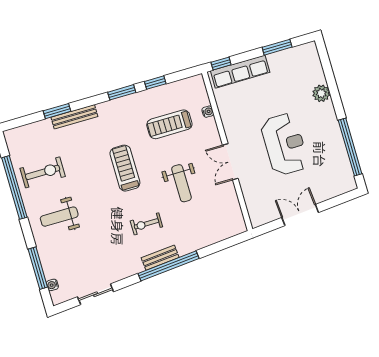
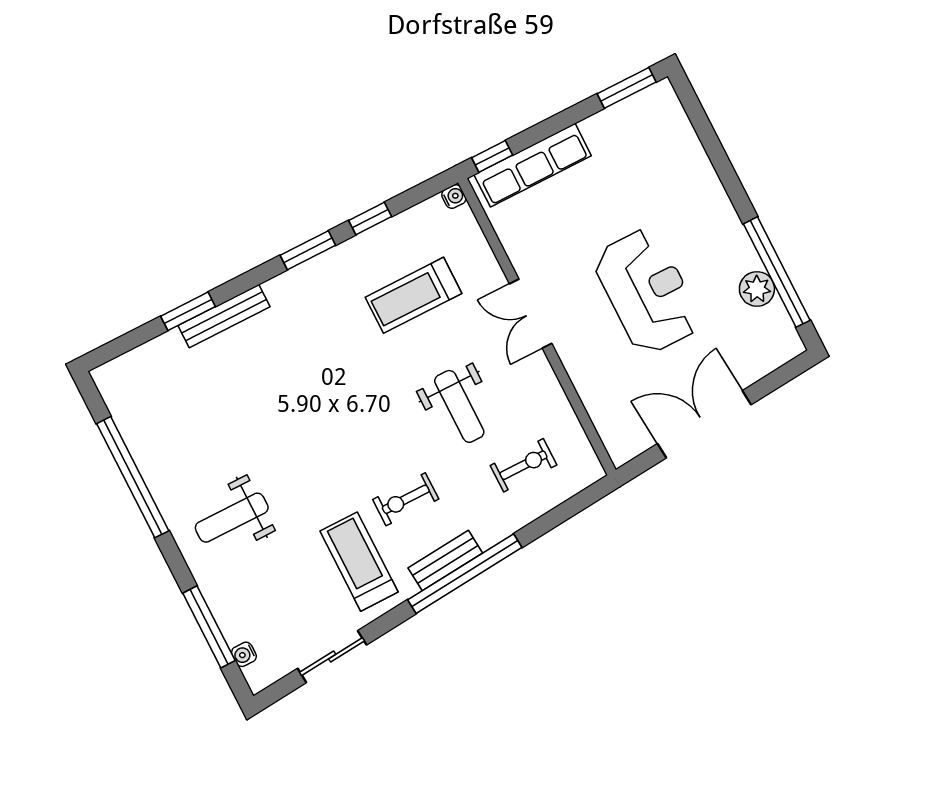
window: (277, 47) -> (627, 88), moved
plant: (321, 93) -> (757, 289), moved
water cooler: (208, 112) -> (454, 197), moved
double door: (230, 162) -> (531, 314), moved
treadmill: (125, 168) -> (359, 562), moved
exercise bike: (43, 172) -> (524, 465), moved, width x0.73, depth x0.72
double door: (300, 215) -> (704, 424), width x1.37

